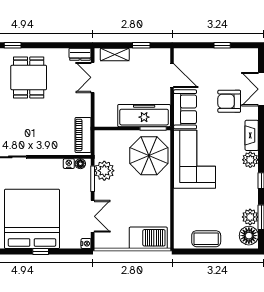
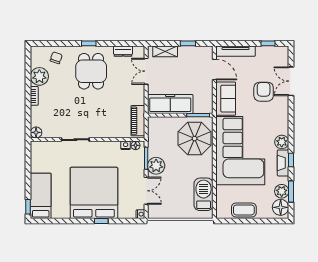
window: (13, 45) -> (89, 43), moved
window: (222, 45) -> (268, 43), moved
dresser: (80, 54) -> (123, 51), moved
tv unit: (197, 54) -> (236, 51), added
armchair: (229, 101) -> (264, 92), turned 90
freezer: (144, 116) -> (170, 104), moved
fireplace: (252, 135) -> (283, 163), moved
corner sofa: (195, 159) -> (240, 151), width x1.36, depth x1.36
plant: (104, 171) -> (156, 166), moved
barbecue: (148, 238) -> (204, 194), moved, turned -90

